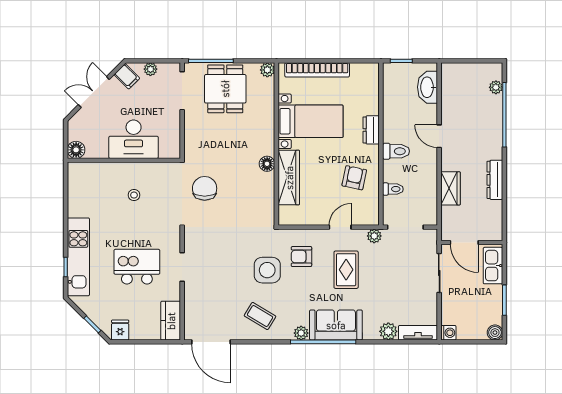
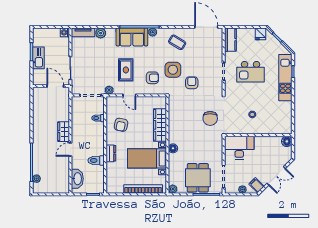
door: (439, 136) -> (70, 149), swing flipped
desk: (134, 139) -> (239, 148), moved
toilet: (396, 151) -> (96, 160), moved
floor lamp: (267, 164) -> (173, 148), moved
dresser: (495, 180) -> (37, 124), removed
wardrobe: (451, 188) -> (64, 132), moved
door: (340, 227) -> (129, 95), hinge flipped
armchair: (236, 248) -> (192, 83), added
kitchen sink: (493, 266) -> (38, 58), moved
boiler: (495, 333) -> (37, 32), removed

